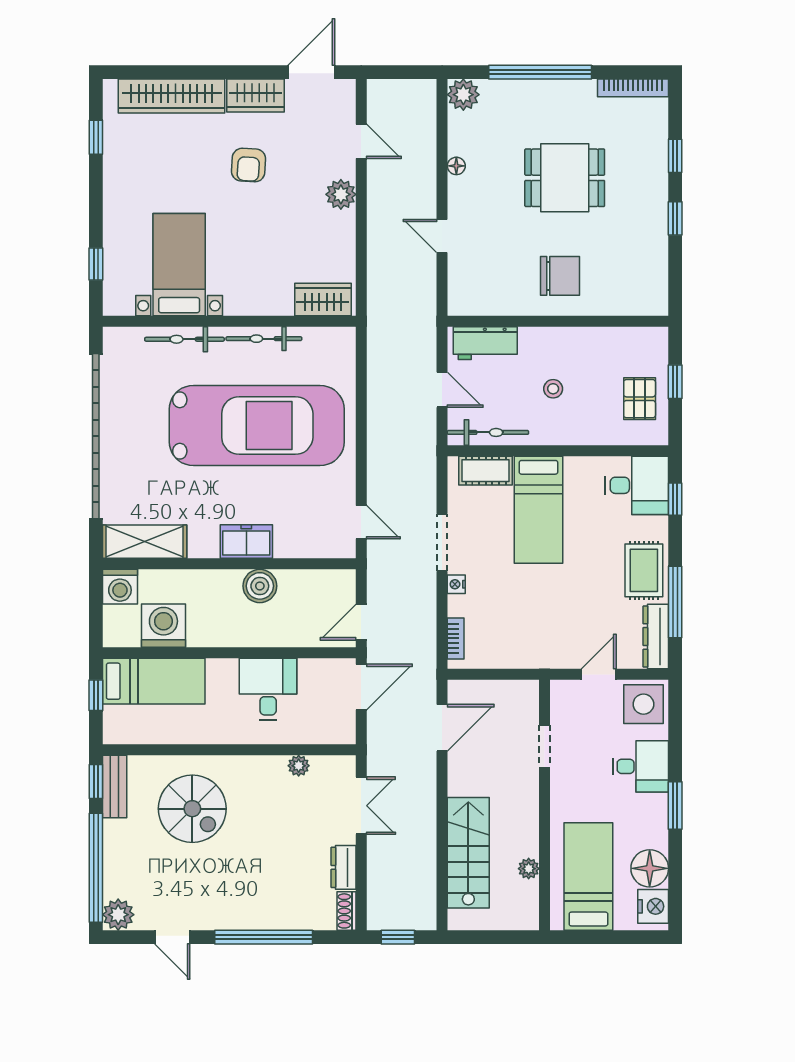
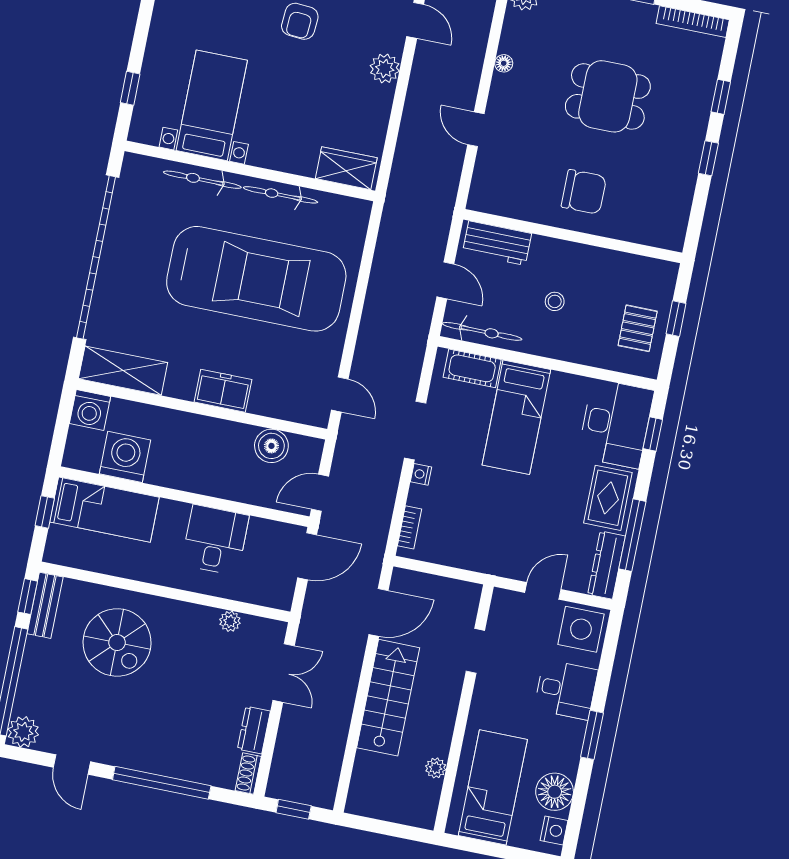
desk: (637, 485) -> (616, 424), width x1.37
boiler: (260, 586) -> (271, 446), moved
stairs: (468, 853) -> (388, 698), moved
nightstand: (653, 906) -> (554, 830), width x0.74, depth x0.75

